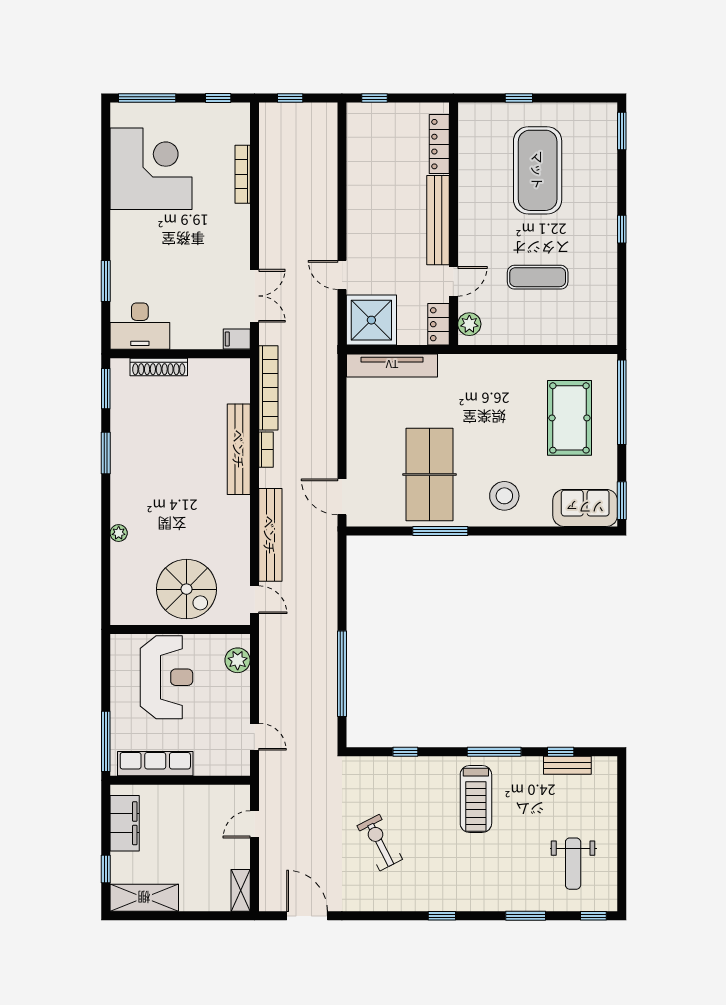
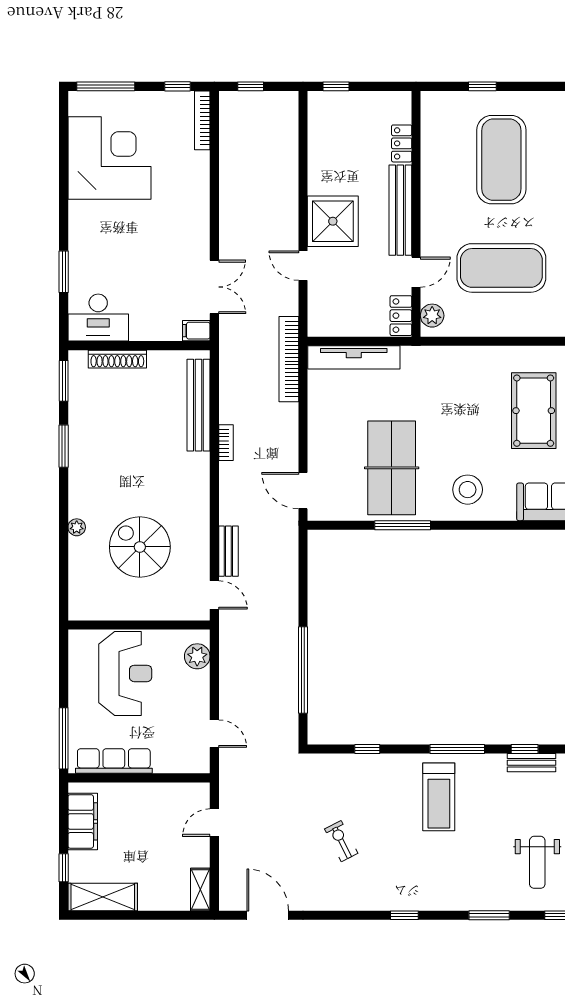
locker: (439, 144) -> (402, 143), width x0.66
bookcase: (243, 174) -> (202, 120), moved
exercise mat: (538, 277) -> (501, 268), width x2.00, depth x1.45
shower: (371, 320) -> (333, 221), moved
bookcase: (268, 388) -> (289, 359), moved, turned 180
bench: (239, 449) -> (198, 405), moved
bench: (270, 535) -> (228, 551), width x0.54, depth x0.82
spiral stairs: (187, 589) -> (140, 547), moved, turned 180
exercise bike: (380, 843) -> (341, 841), width x0.73, depth x0.72

